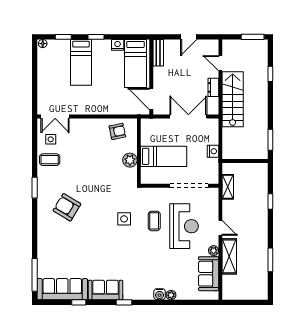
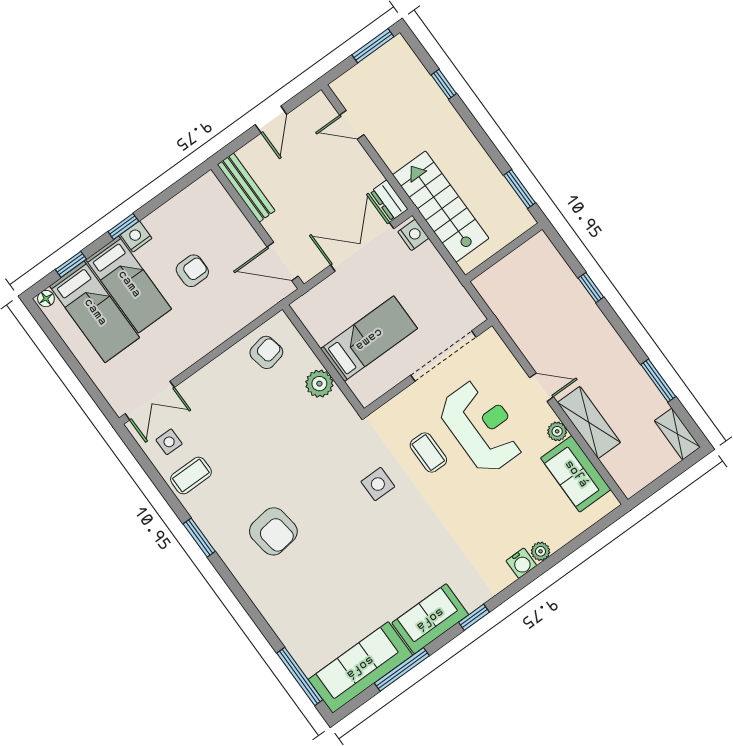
nightstand: (118, 45) -> (136, 237), moved
bench: (158, 53) -> (246, 188), width x1.36
bed: (135, 64) -> (95, 312), moved
armchair: (111, 76) -> (192, 271), added
dresser: (213, 87) -> (389, 200), moved
stairs: (233, 99) -> (441, 207), moved
nightstand: (213, 151) -> (413, 235), moved
shelving: (228, 187) -> (677, 434), moved
armchair: (67, 207) -> (273, 531), turned -129
window: (79, 302) -> (402, 669), width x2.17

